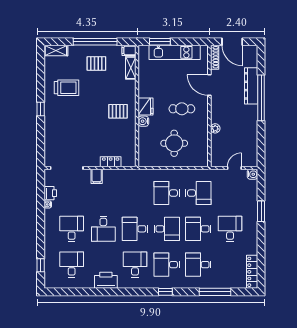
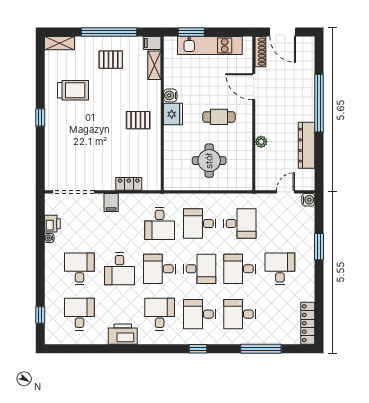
dresser: (251, 86) -> (307, 145), moved
water cooler: (143, 121) -> (170, 95), moved
desk: (135, 193) -> (160, 224), added

